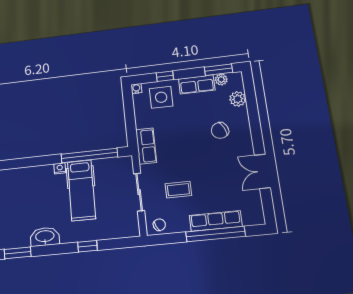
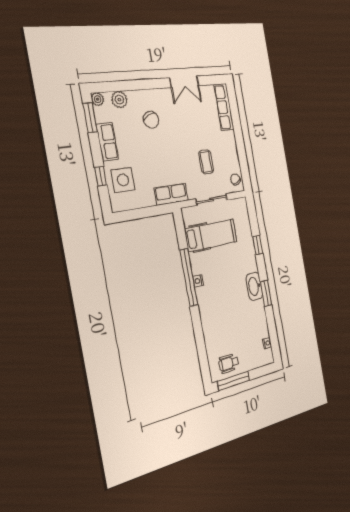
plant: (221, 80) -> (98, 99), moved
water cooler: (136, 89) -> (116, 207), removed
window: (89, 156) -> (189, 278), moved
hospital bed: (81, 190) -> (211, 235), moved
row of seats: (216, 221) -> (224, 107), moved
window: (215, 234) -> (238, 129), removed
window: (18, 253) -> (266, 293), moved

